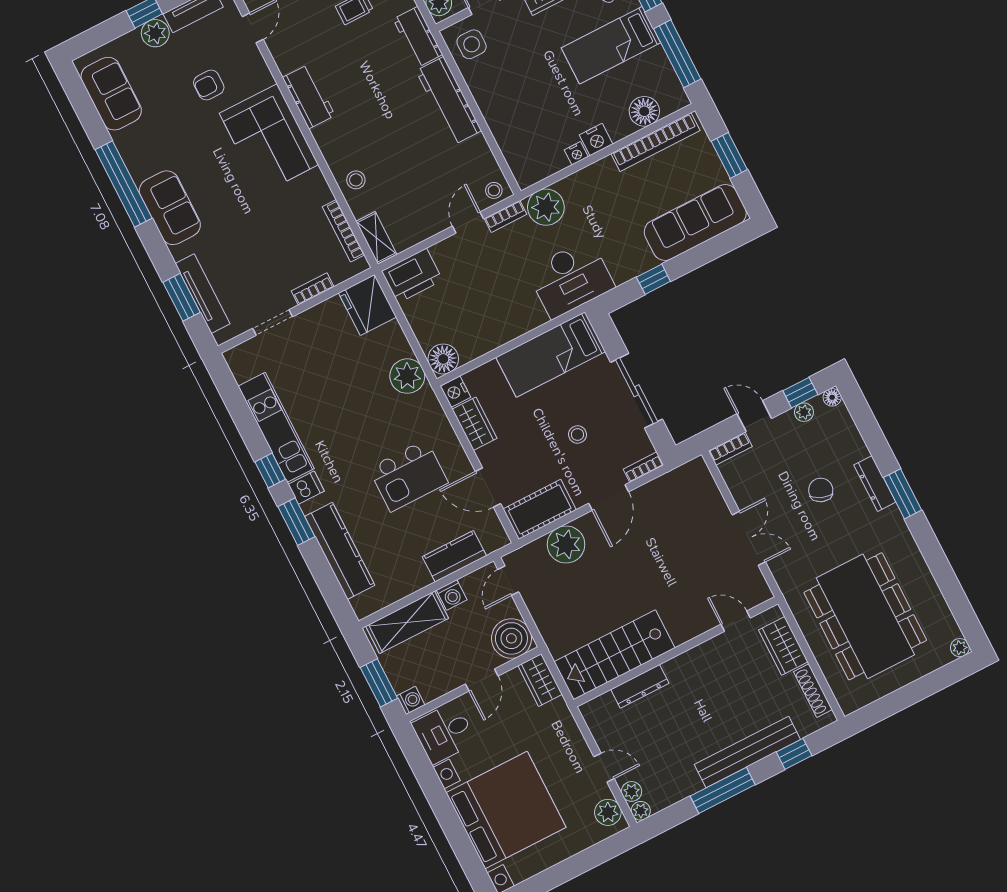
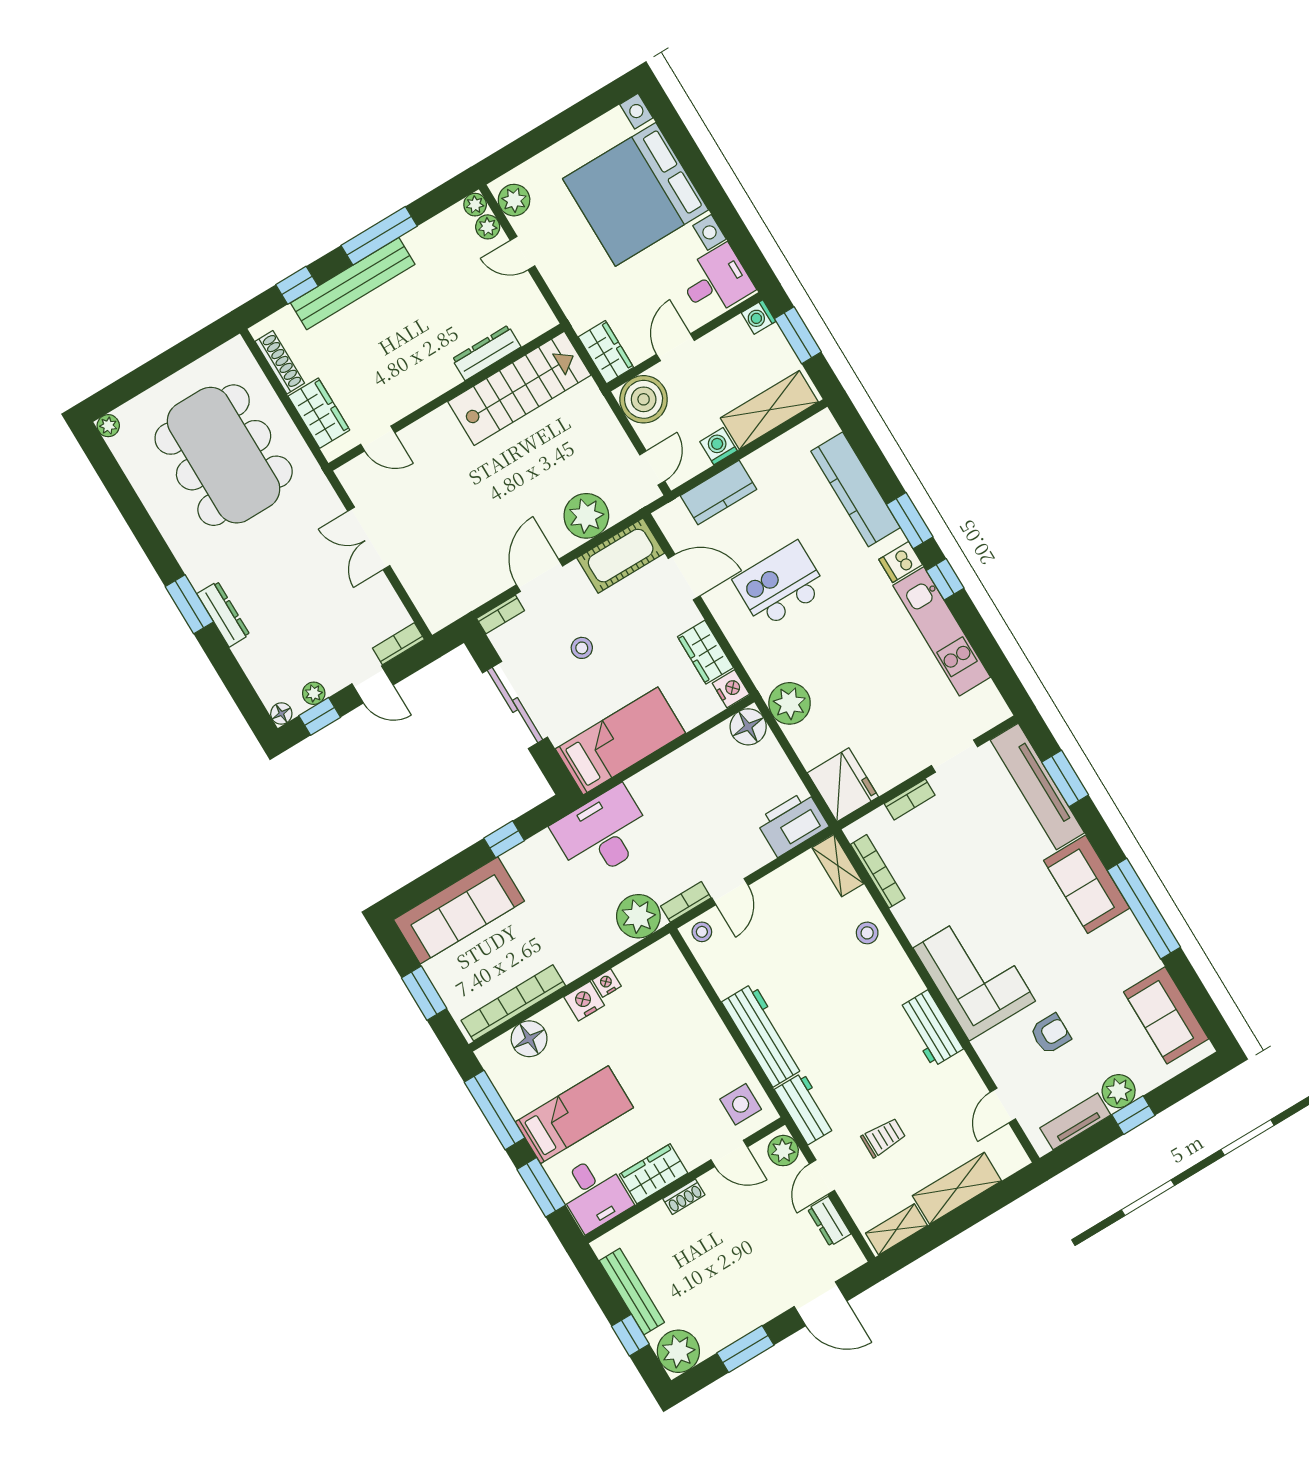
tv unit: (203, 294) -> (1037, 787), width x1.36, depth x1.29
chair: (821, 490) -> (287, 602), removed

